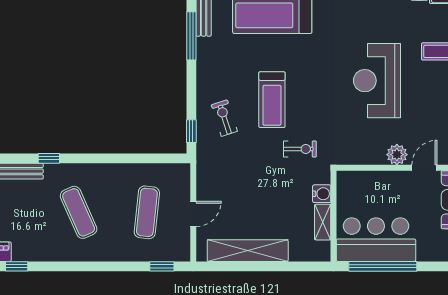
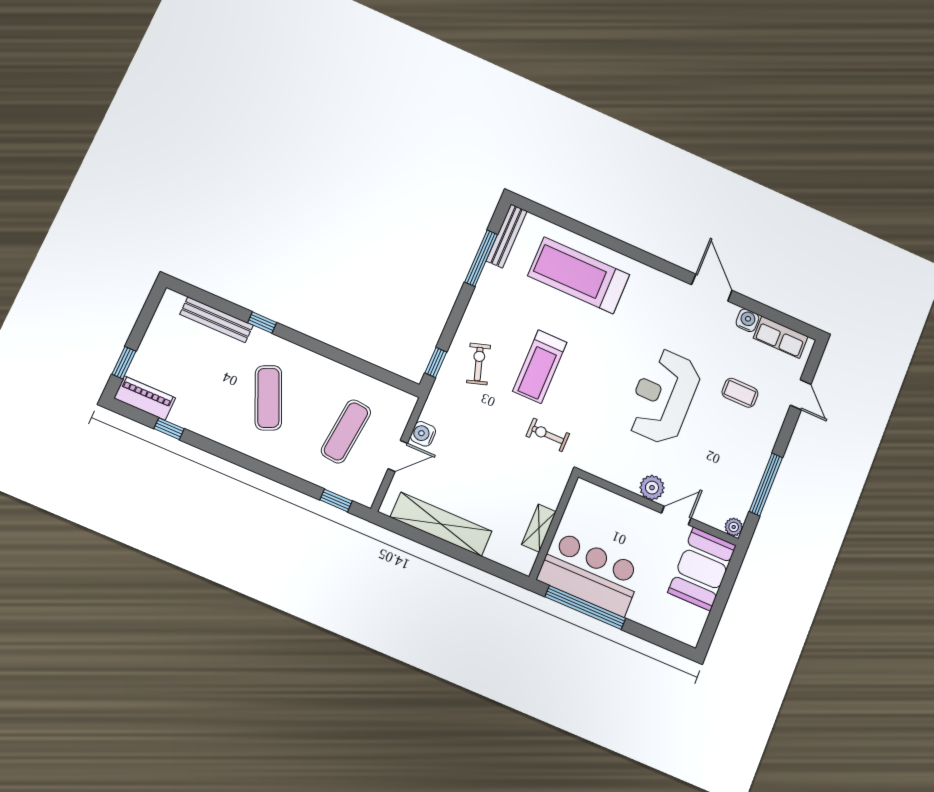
exercise bike: (300, 149) -> (548, 435), turned 180
water cooler: (322, 194) -> (423, 434), moved, turned 180

